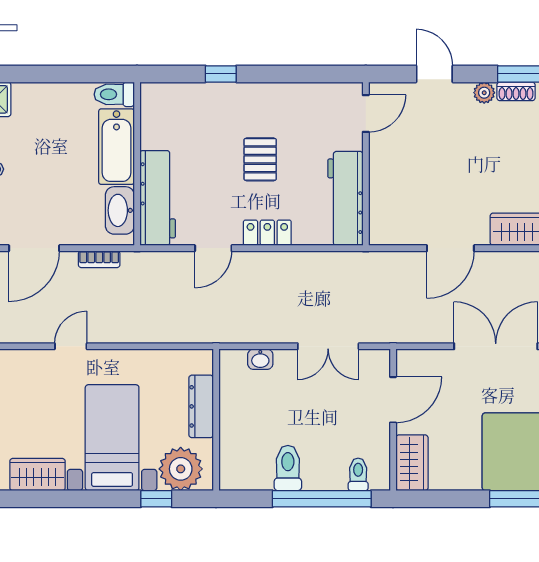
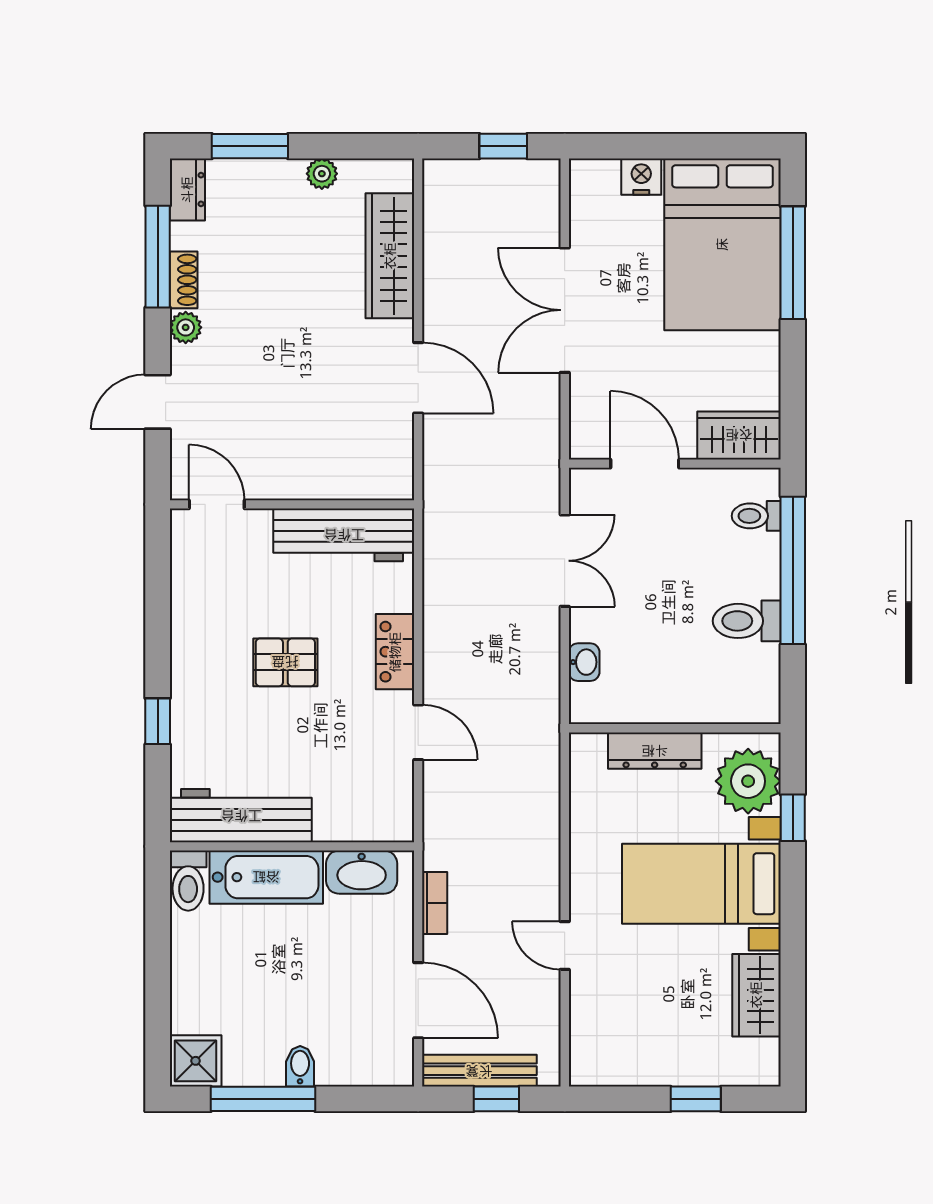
workbench: (158, 198) -> (241, 816), moved

